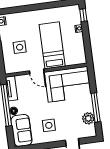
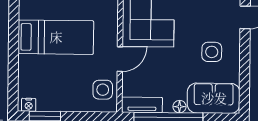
bed: (52, 45) -> (56, 37), moved, turned 180
side table: (20, 47) -> (103, 90), moved

